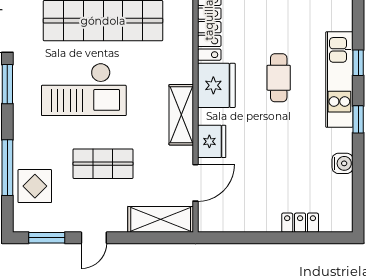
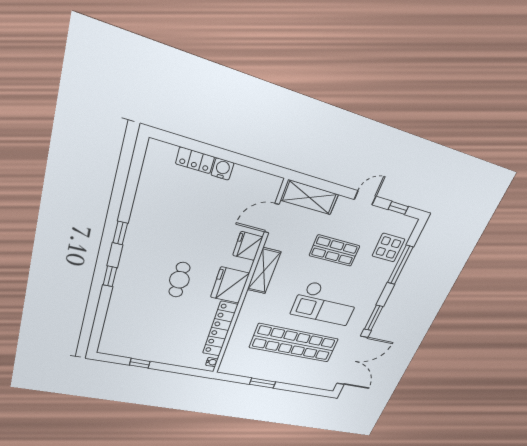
kitchen unit: (339, 80) -> (129, 267), removed
checkout: (84, 89) -> (326, 304), turned 180
water cooler: (343, 163) -> (222, 169), moved, turned 90
window: (47, 238) -> (398, 208), width x0.67

